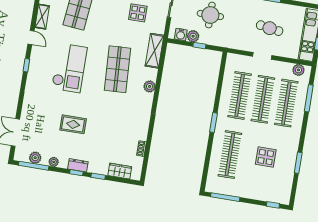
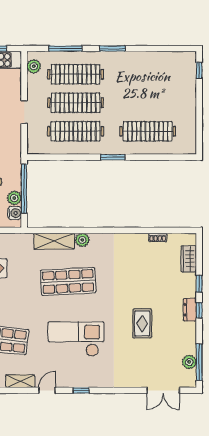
window: (199, 46) -> (24, 189), width x3.17
shelving: (154, 51) -> (54, 241), moved
display table: (266, 157) -> (144, 88), removed
plant: (54, 162) -> (191, 339), removed
window: (298, 163) -> (112, 49), moved
window: (225, 197) -> (199, 129), removed

